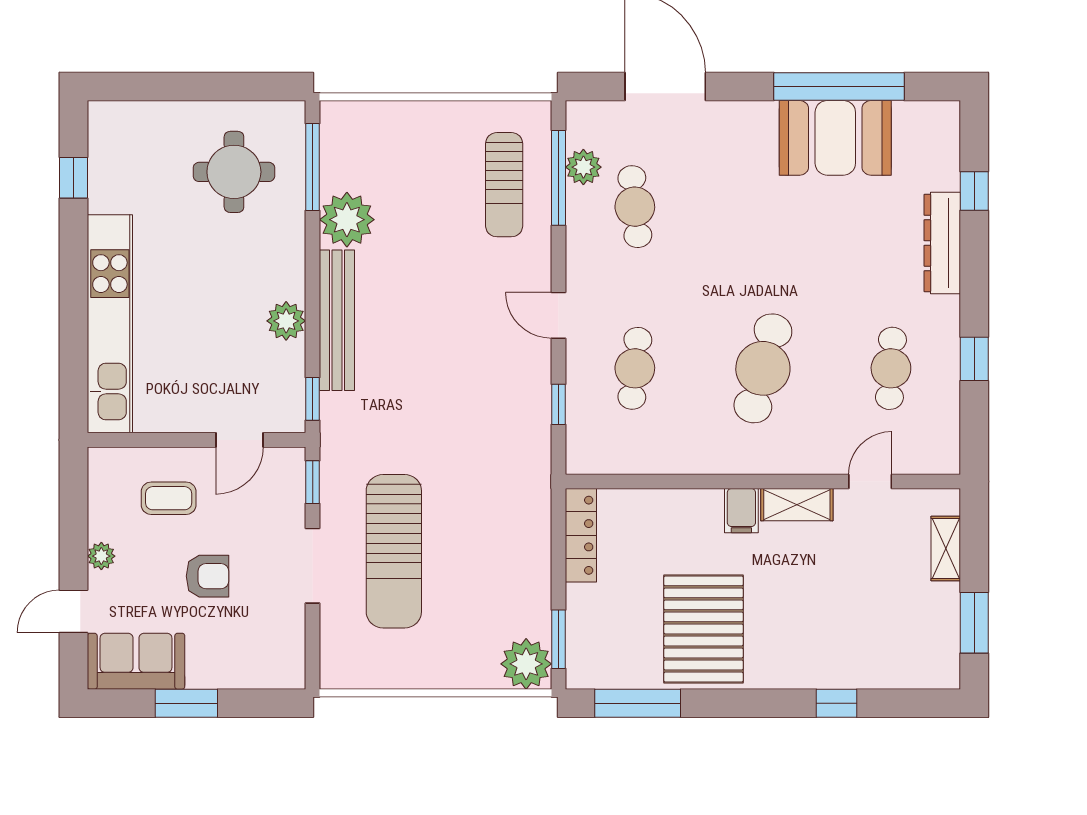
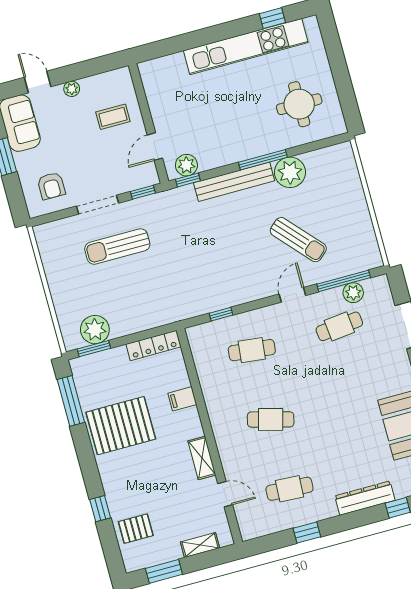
window: (313, 167) -> (263, 160), moved
sun lounger: (504, 185) -> (298, 240), moved, turned -132
door: (559, 315) -> (292, 295), moved
plant: (286, 321) -> (186, 165), moved
kitchen unit: (110, 324) -> (246, 47), moved
cafe table: (763, 368) -> (271, 419), width x0.73, depth x0.74
door: (239, 440) -> (155, 147), hinge flipped
coffee table: (169, 498) -> (113, 117), turned 90
filing cabinet: (741, 511) -> (182, 399), moved
sun lounger: (394, 551) -> (117, 247), width x0.73, depth x0.75
armchair: (207, 576) -> (51, 186), moved
pallet: (888, 651) -> (136, 529), added
plant: (526, 664) -> (95, 330), moved

